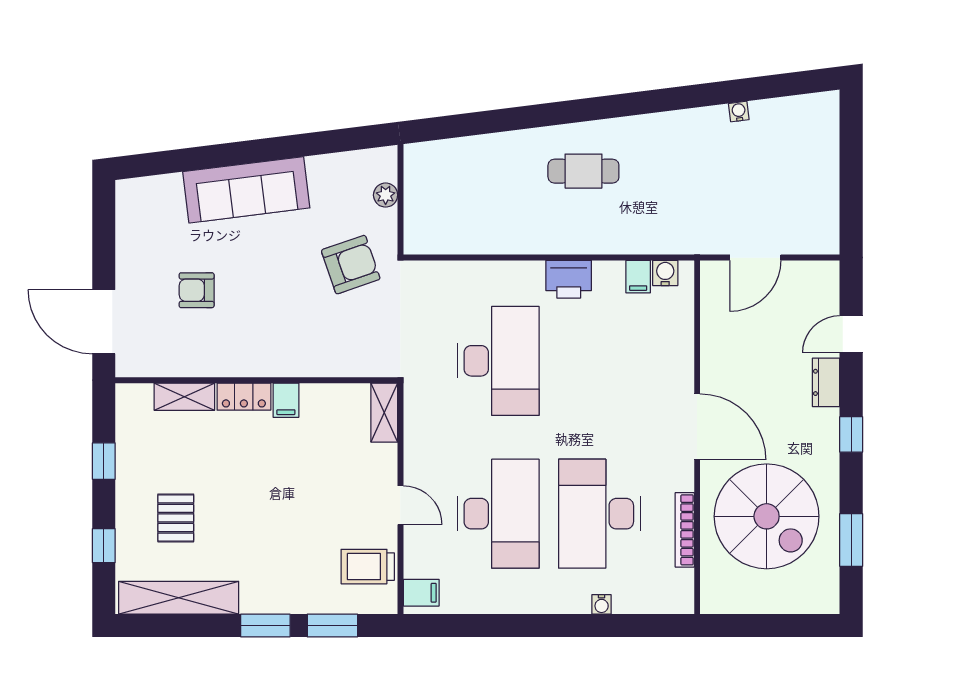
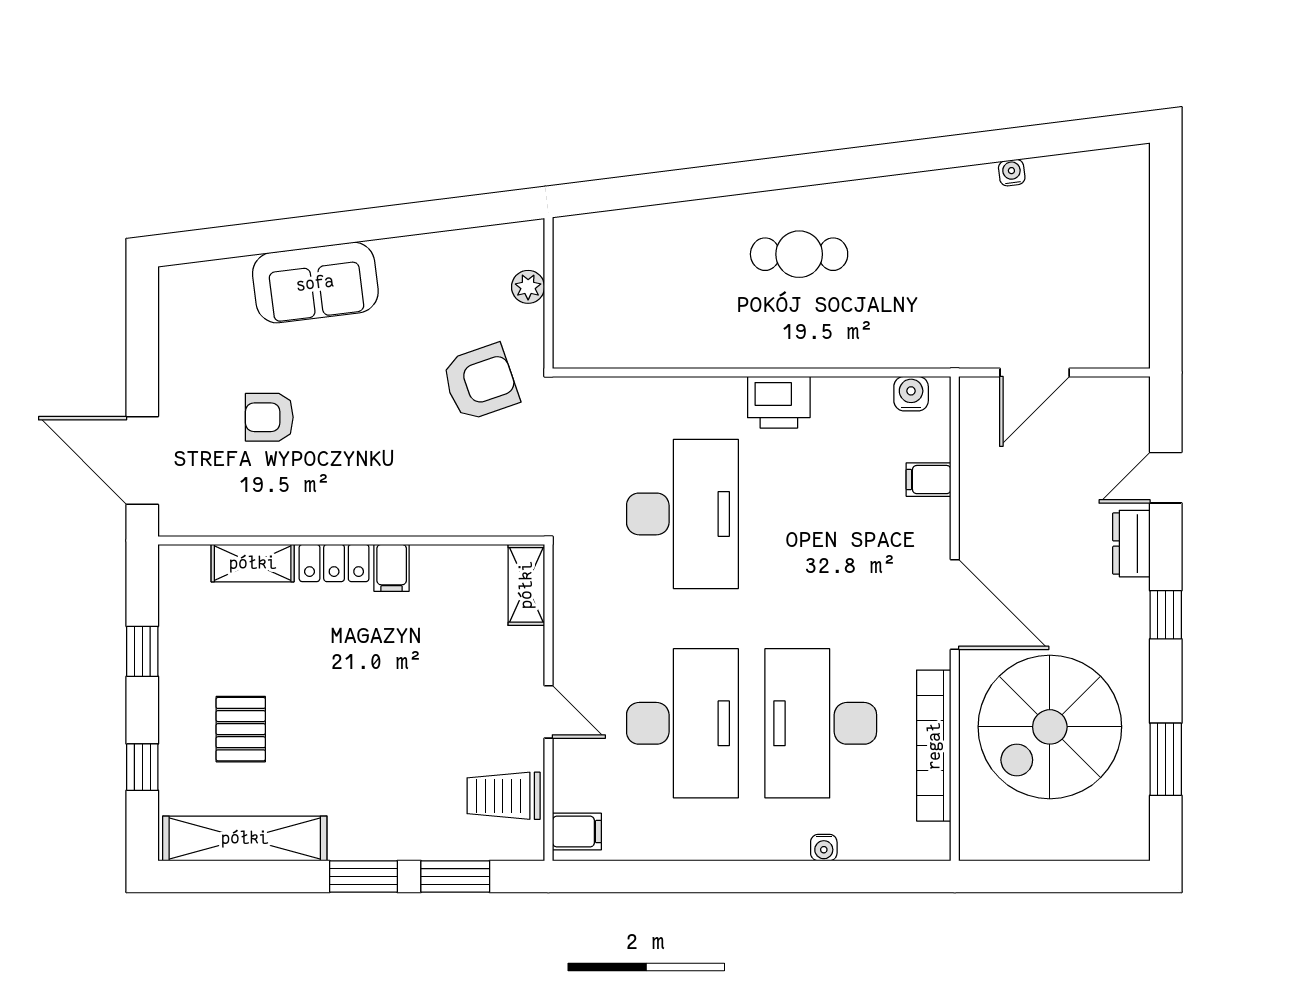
sofa: (246, 190) -> (315, 283), width x0.73
filing cabinet: (638, 277) -> (929, 480), moved, turned 90
spiral stairs: (767, 516) -> (1050, 727), turned 90
bookcase: (685, 530) -> (934, 746), width x1.48, depth x1.31

